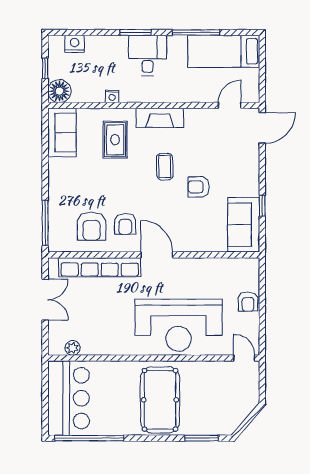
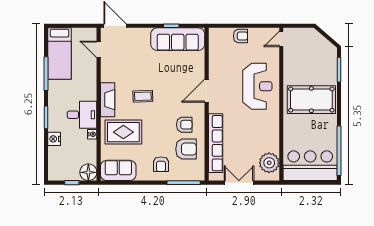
nightstand: (75, 44) -> (54, 139), moved
desk: (148, 55) -> (82, 115), moved, turned 180
rug: (115, 140) -> (123, 132), width x1.36, depth x1.43
armchair: (198, 187) -> (161, 164), moved
sofa: (244, 225) -> (178, 39), width x1.36
door: (157, 255) -> (207, 91), moved
reception desk: (179, 325) -> (257, 86), width x0.74, depth x0.77
plant: (73, 348) -> (269, 163), width x1.88, depth x1.88

